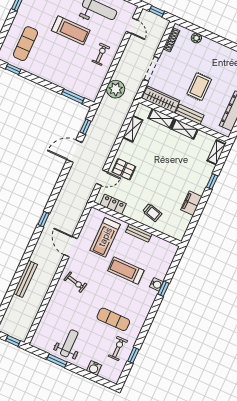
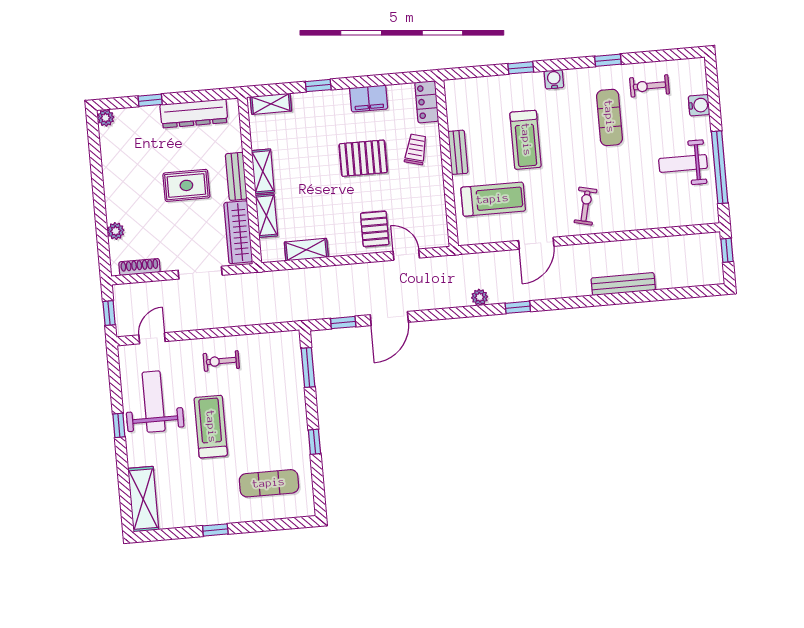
window: (13, 69) -> (314, 442), moved
plant: (116, 89) -> (480, 297), moved, width x0.53, depth x0.53
door: (74, 151) -> (389, 318), hinge flipped
pallet: (163, 183) -> (363, 158), added
locker: (113, 204) -> (427, 102), moved
water cooler: (156, 284) -> (554, 79), moved
window: (133, 355) -> (608, 60), moved
window: (57, 361) -> (720, 167), width x2.11

